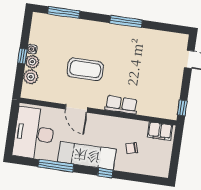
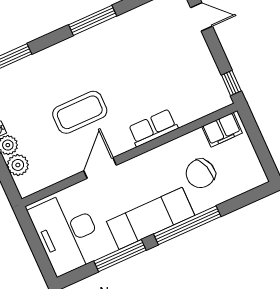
door: (76, 108) -> (100, 168), swing flipped
chair: (132, 148) -> (201, 173), width x1.87, depth x1.87
window: (105, 173) -> (187, 225), width x3.17

